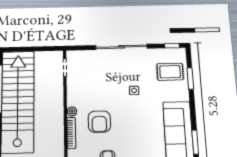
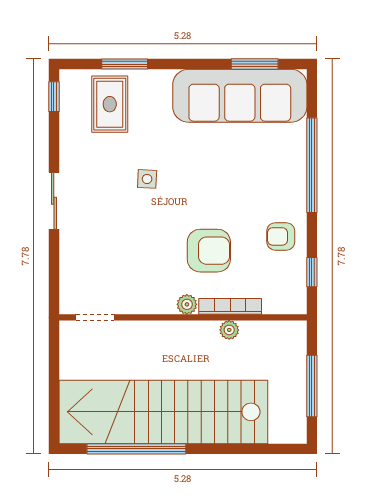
sliding door: (121, 47) -> (54, 201), width x0.54
plant: (59, 133) -> (229, 330), added

